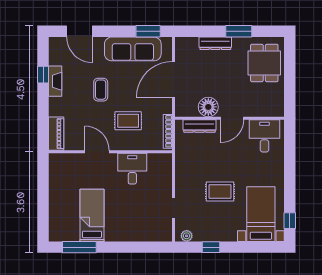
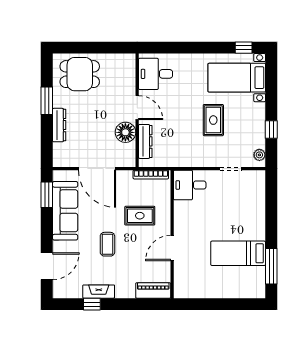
coffee table: (101, 90) -> (107, 244), turned 90
rug: (128, 121) -> (140, 216), turned 90
desk: (132, 169) -> (190, 185), moved

